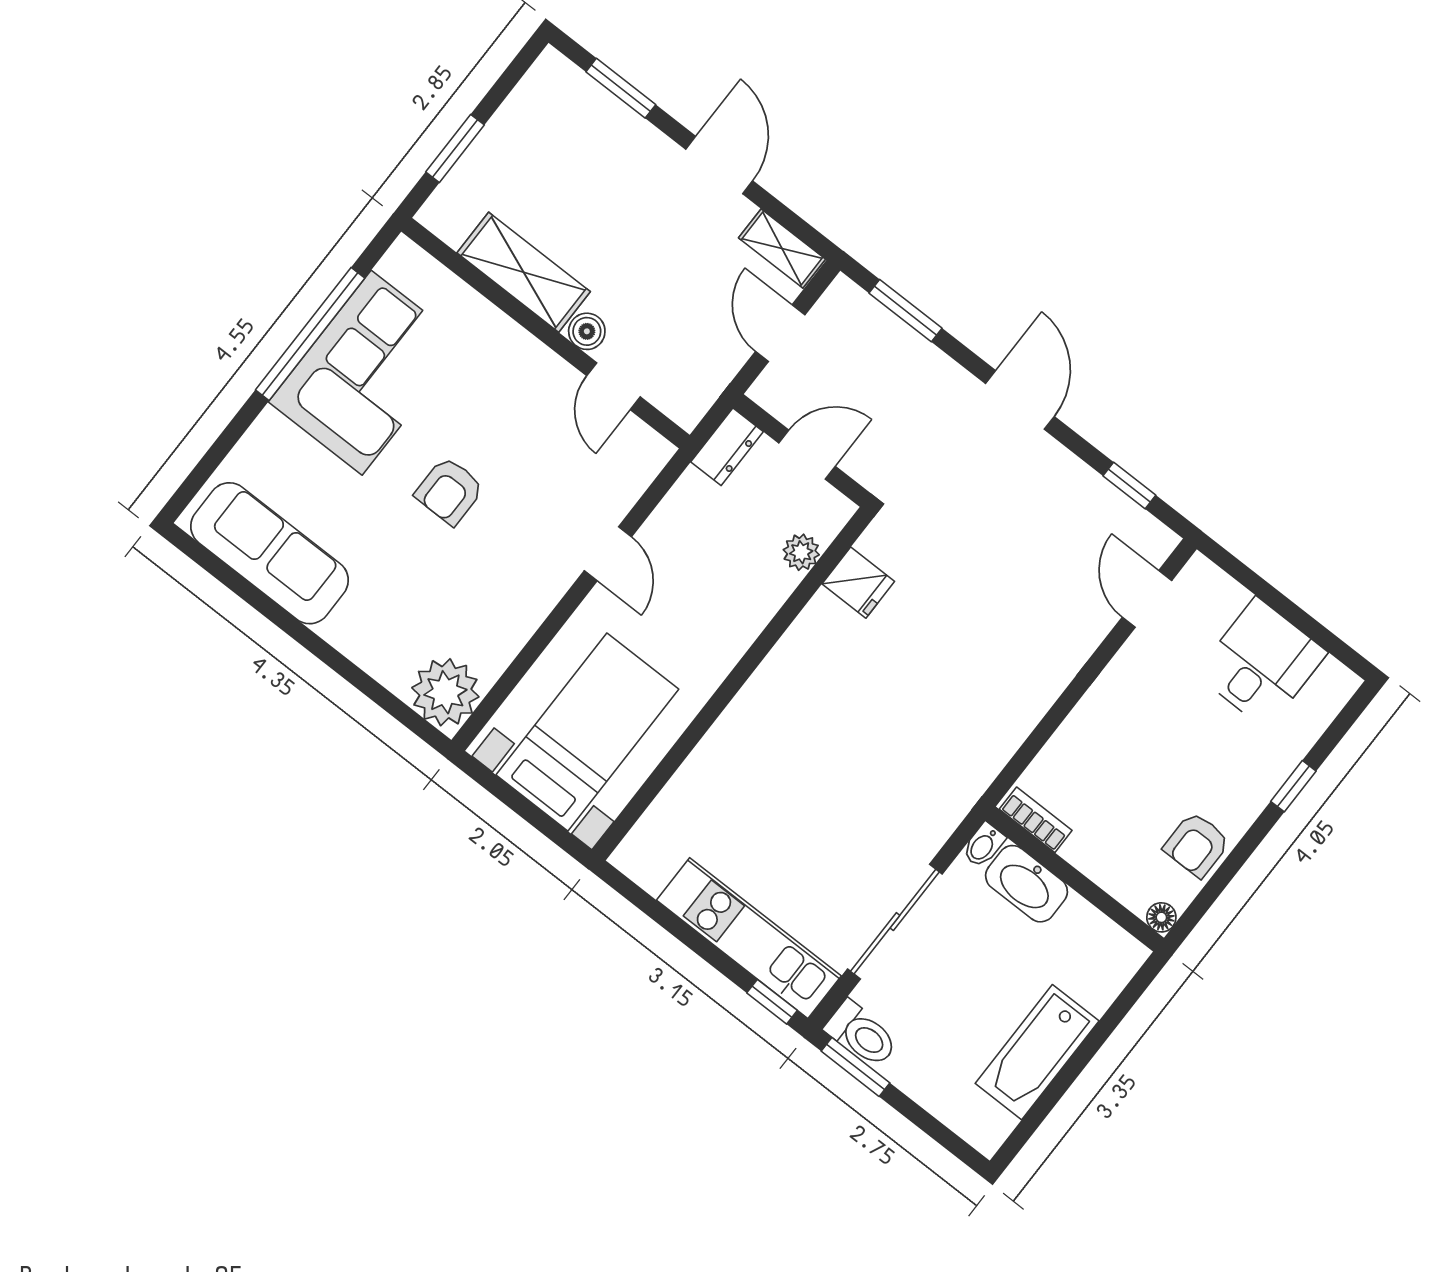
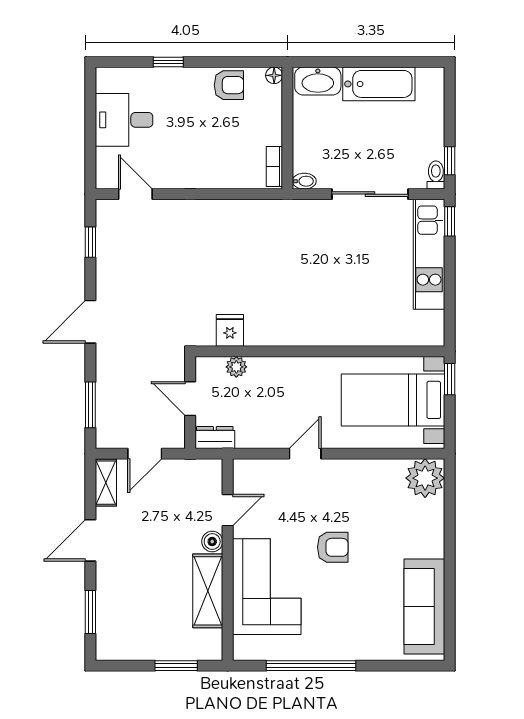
corner sofa: (367, 373) -> (267, 587), moved, turned 90
door: (1147, 599) -> (135, 194), swing flipped
window: (555, 832) -> (450, 379), added
washbasin: (1027, 884) -> (318, 81), moved, turned 90
toilet: (862, 1034) -> (436, 175), width x0.73, depth x0.72
window: (856, 1067) -> (450, 161), width x0.67

